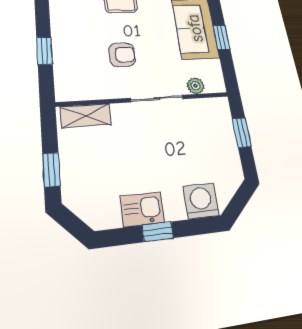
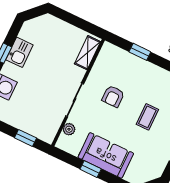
window: (51, 170) -> (68, 18), removed

